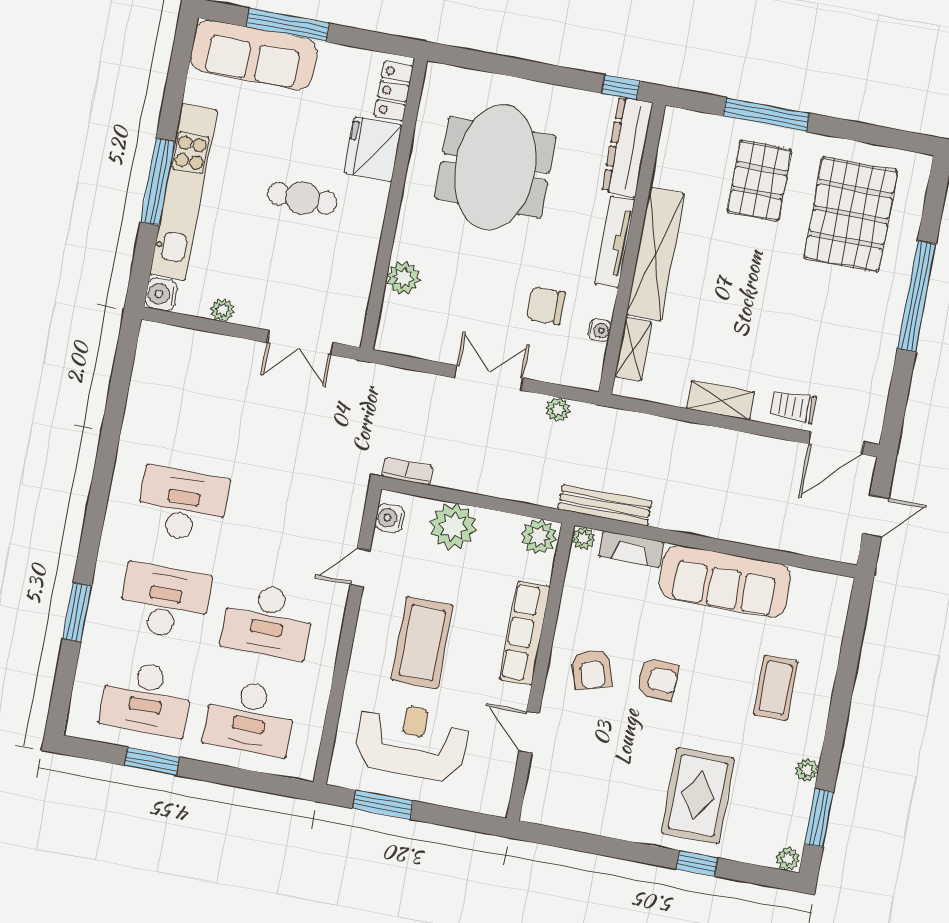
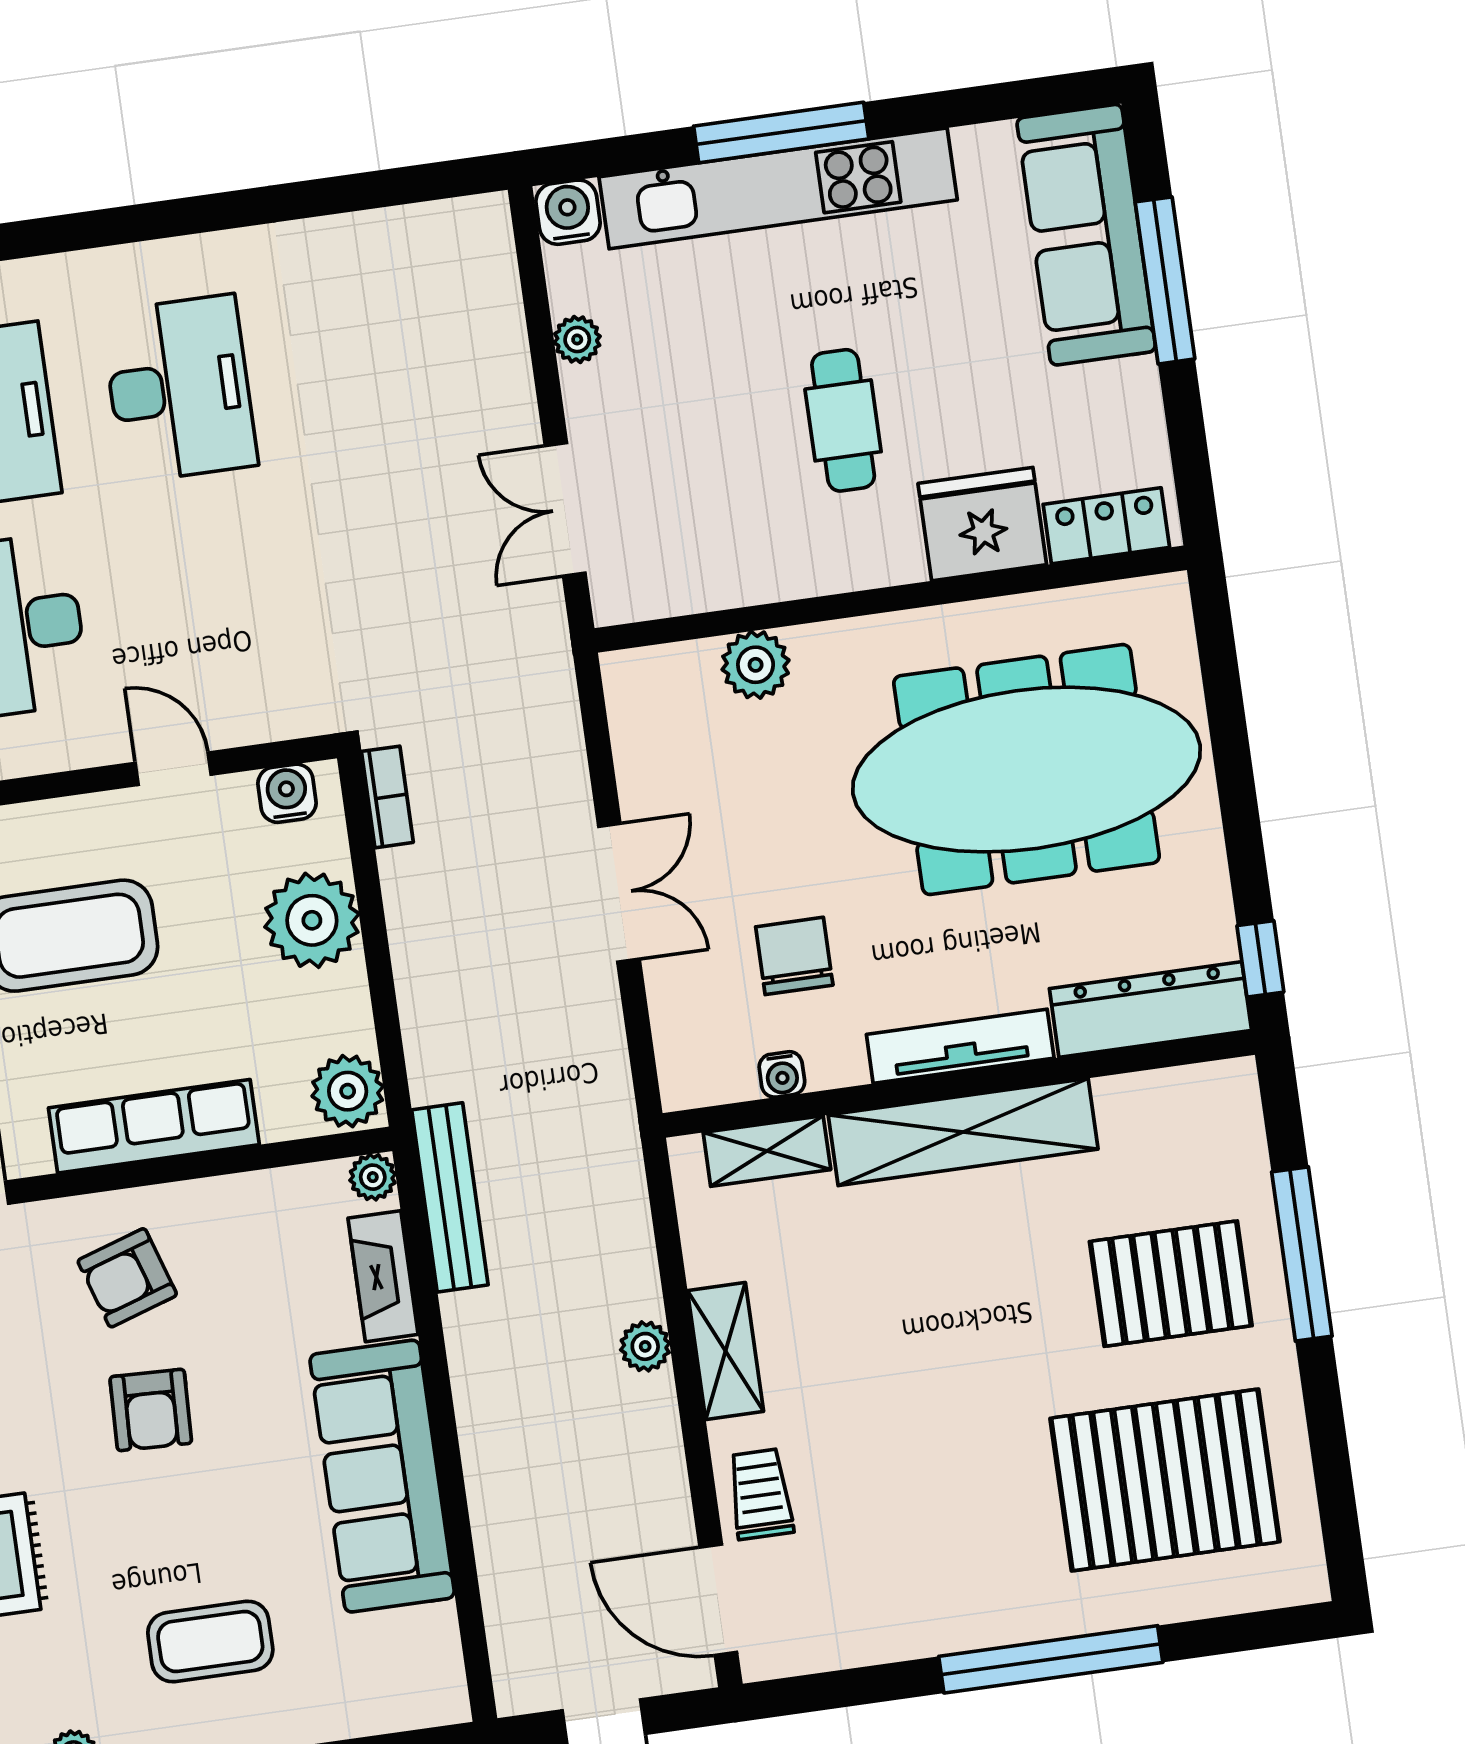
meeting table: (495, 167) -> (1027, 770), width x1.36
plant: (558, 410) -> (645, 1346), moved

